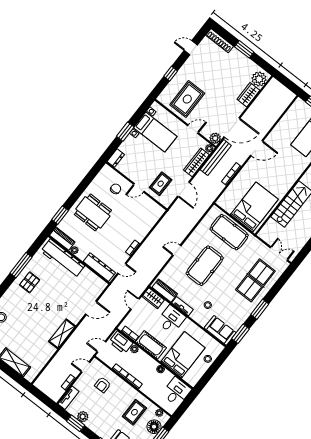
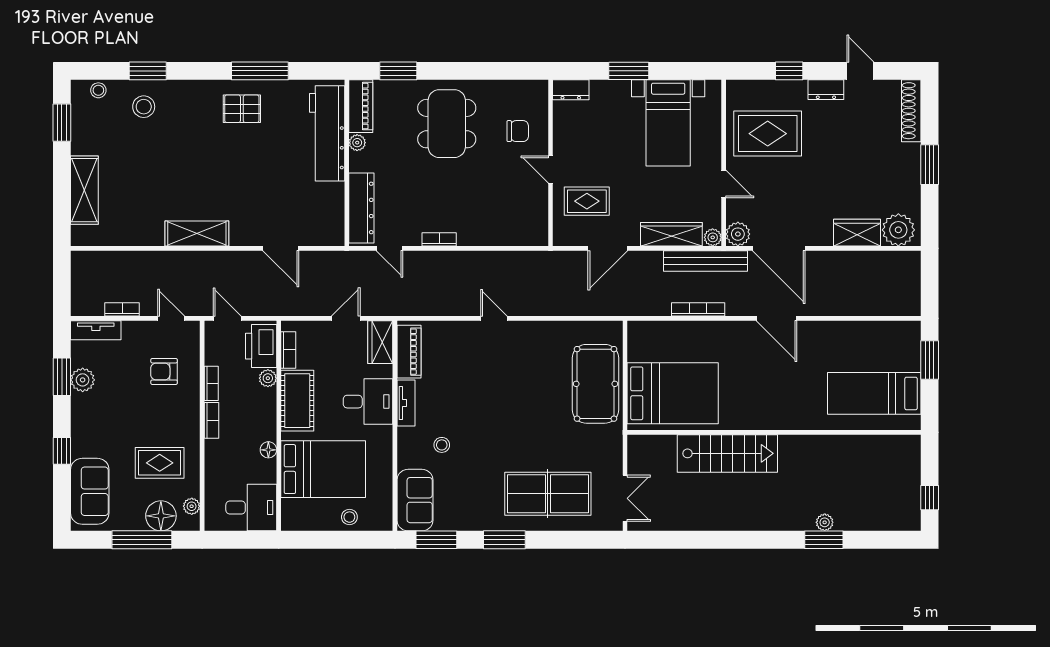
dresser: (188, 66) -> (826, 90), added
pool table: (205, 266) -> (505, 387), removed

